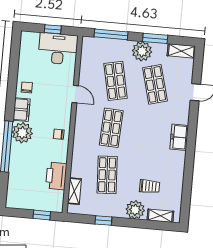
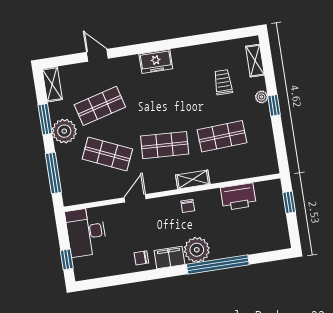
window: (53, 29) -> (67, 259), moved
shop shelf: (115, 81) -> (107, 154), turned 36
shelving: (74, 191) -> (193, 179), moved
plant: (135, 210) -> (262, 97), width x0.53, depth x0.53
window: (103, 220) -> (274, 105), moved

